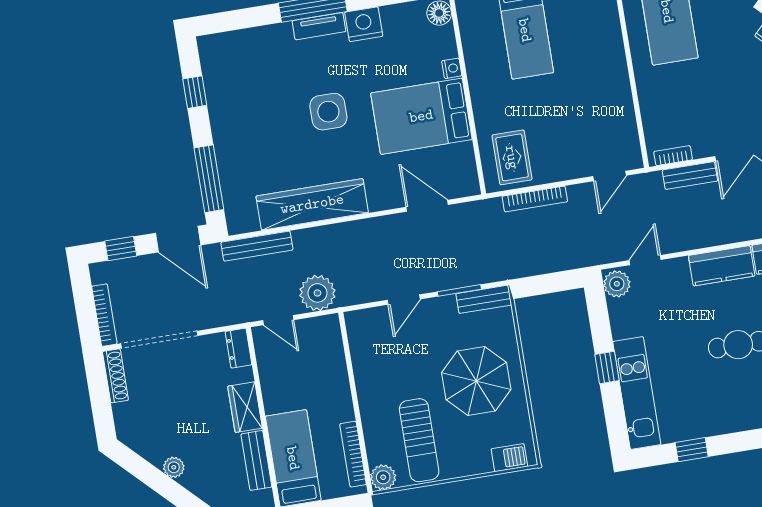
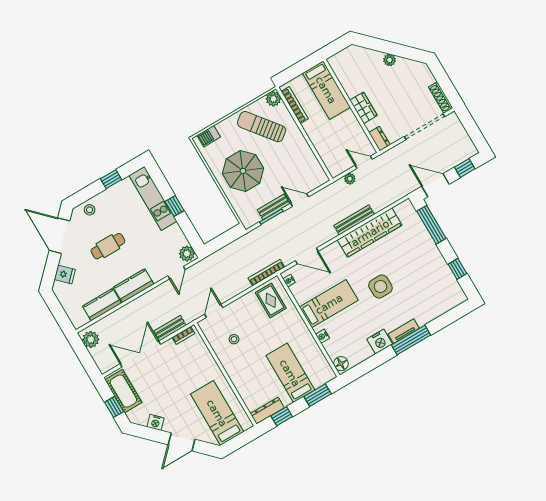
bed: (421, 116) -> (329, 304), width x0.67
stool: (595, 118) -> (234, 339), added
nightstand: (471, 178) -> (289, 281), added
bookcase: (535, 199) -> (266, 273), moved
bench: (257, 246) -> (354, 220), moved
plant: (317, 293) -> (350, 179), width x0.53, depth x0.53
bench: (484, 299) -> (274, 207), moved
door: (404, 300) -> (300, 200), hinge flipped
bookcase: (104, 315) -> (460, 128), removed
stool: (745, 414) -> (90, 210), added
sun lounger: (419, 440) -> (262, 127), turned -38
bench: (256, 460) -> (346, 81), removed

